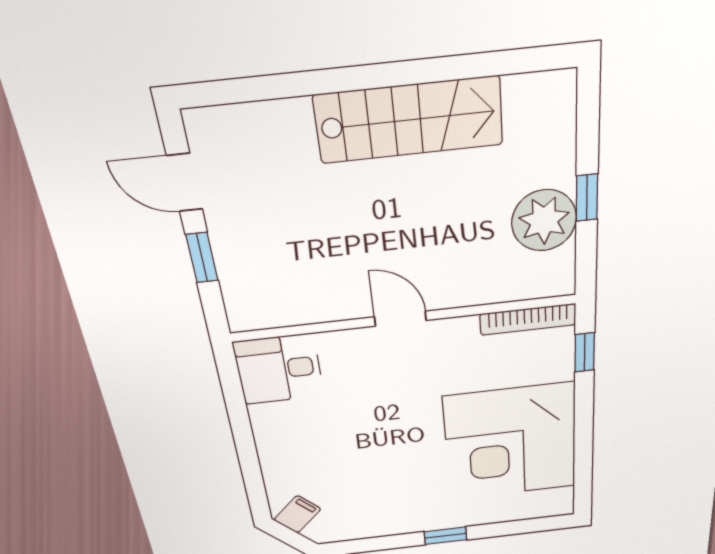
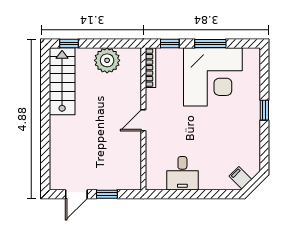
stairs: (409, 120) -> (62, 81), moved
window: (587, 198) -> (69, 44), moved
desk: (279, 369) -> (182, 173), moved
window: (584, 429) -> (210, 44), added

